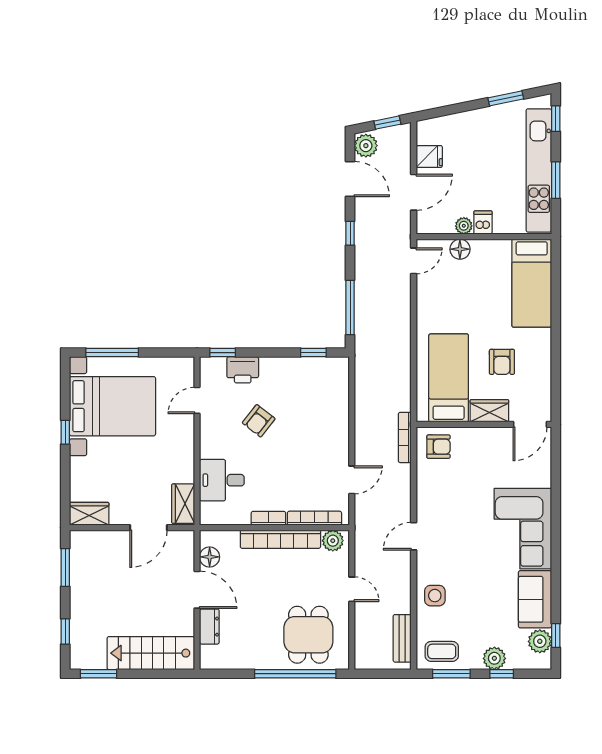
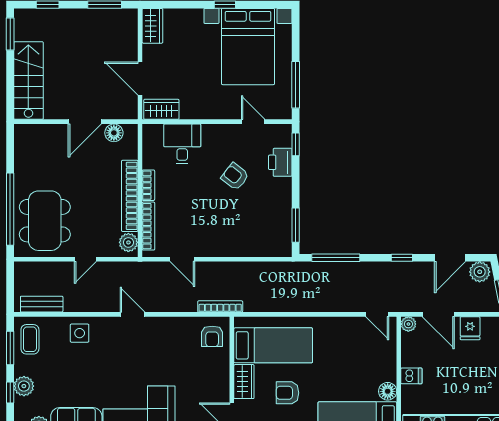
plant: (464, 226) -> (408, 324), moved
floor lamp: (460, 249) -> (388, 391), moved
window: (112, 353) -> (296, 85), moved
window: (313, 353) -> (296, 225), width x1.50
dresser: (209, 627) -> (52, 133), removed
dining table: (308, 635) -> (45, 221), width x1.38

